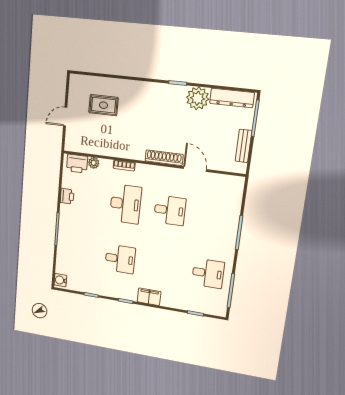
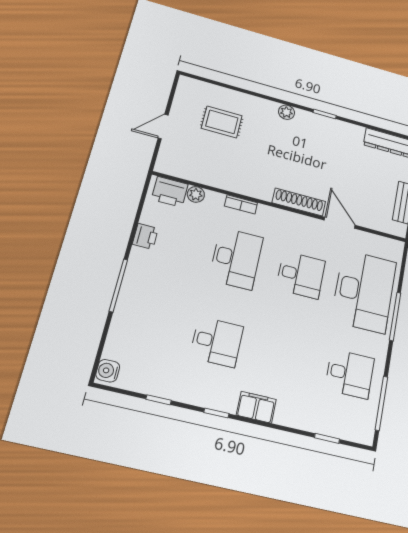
plant: (198, 98) -> (287, 112), moved, width x0.53, depth x0.53
desk: (215, 217) -> (364, 291), added

